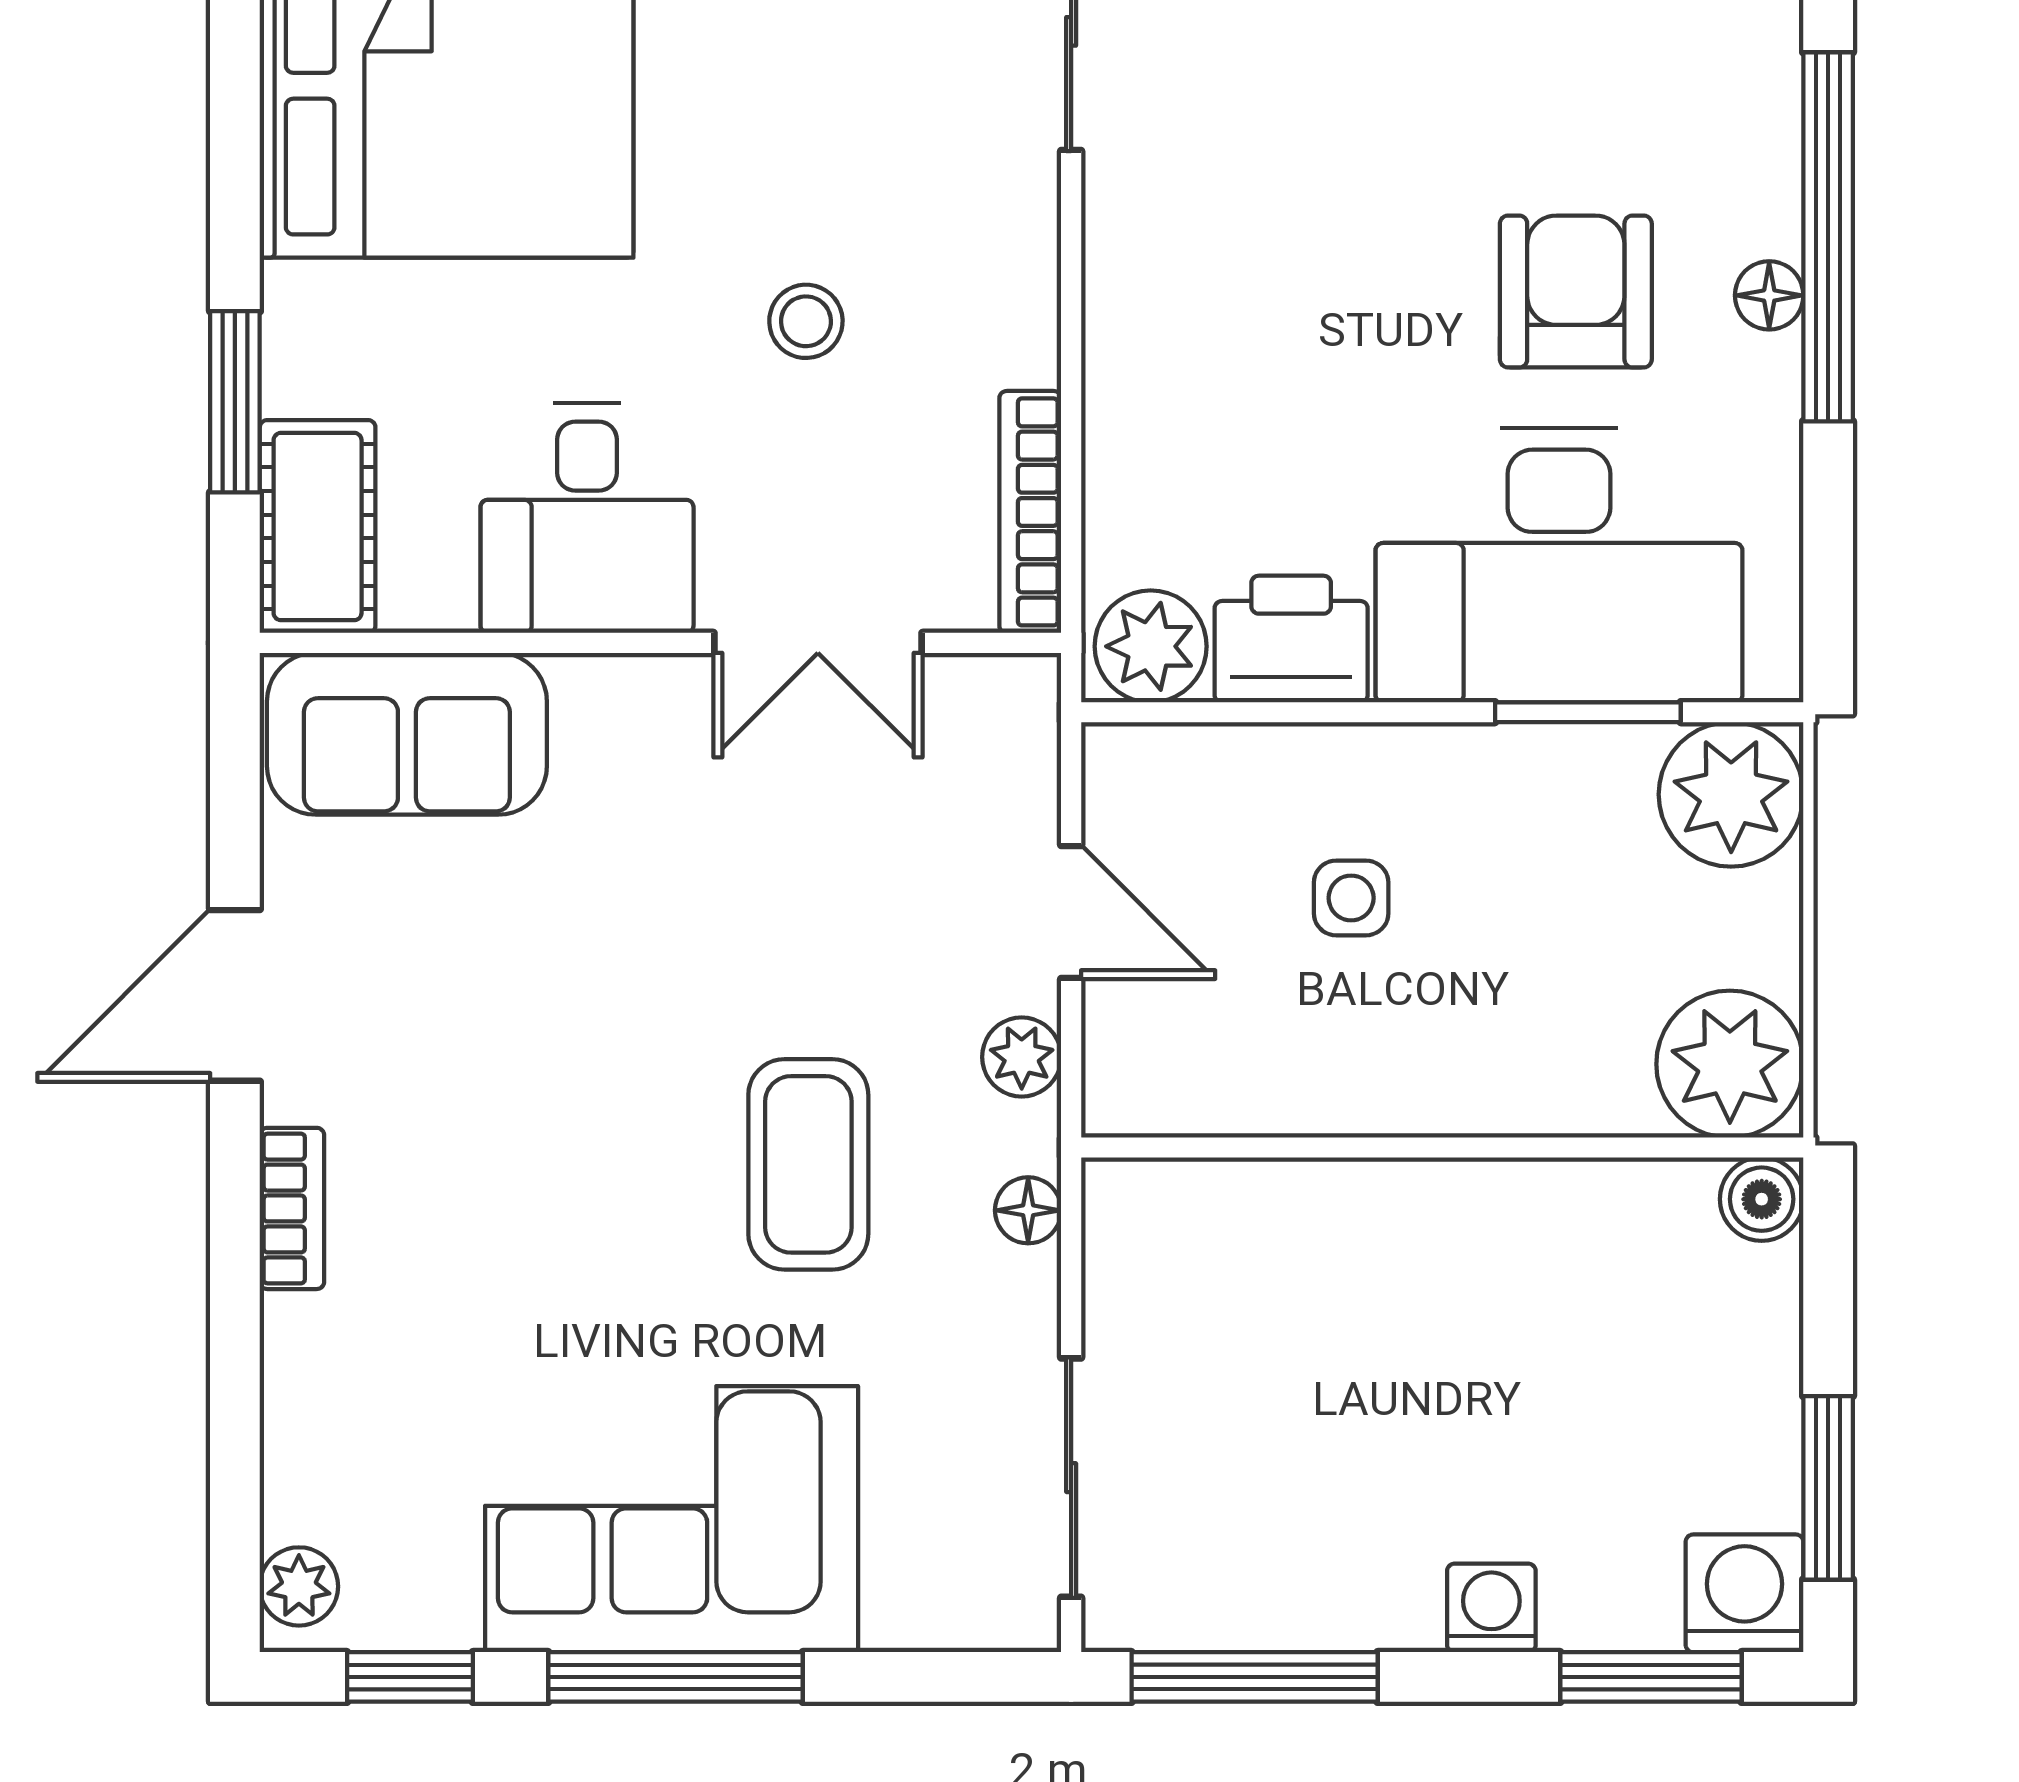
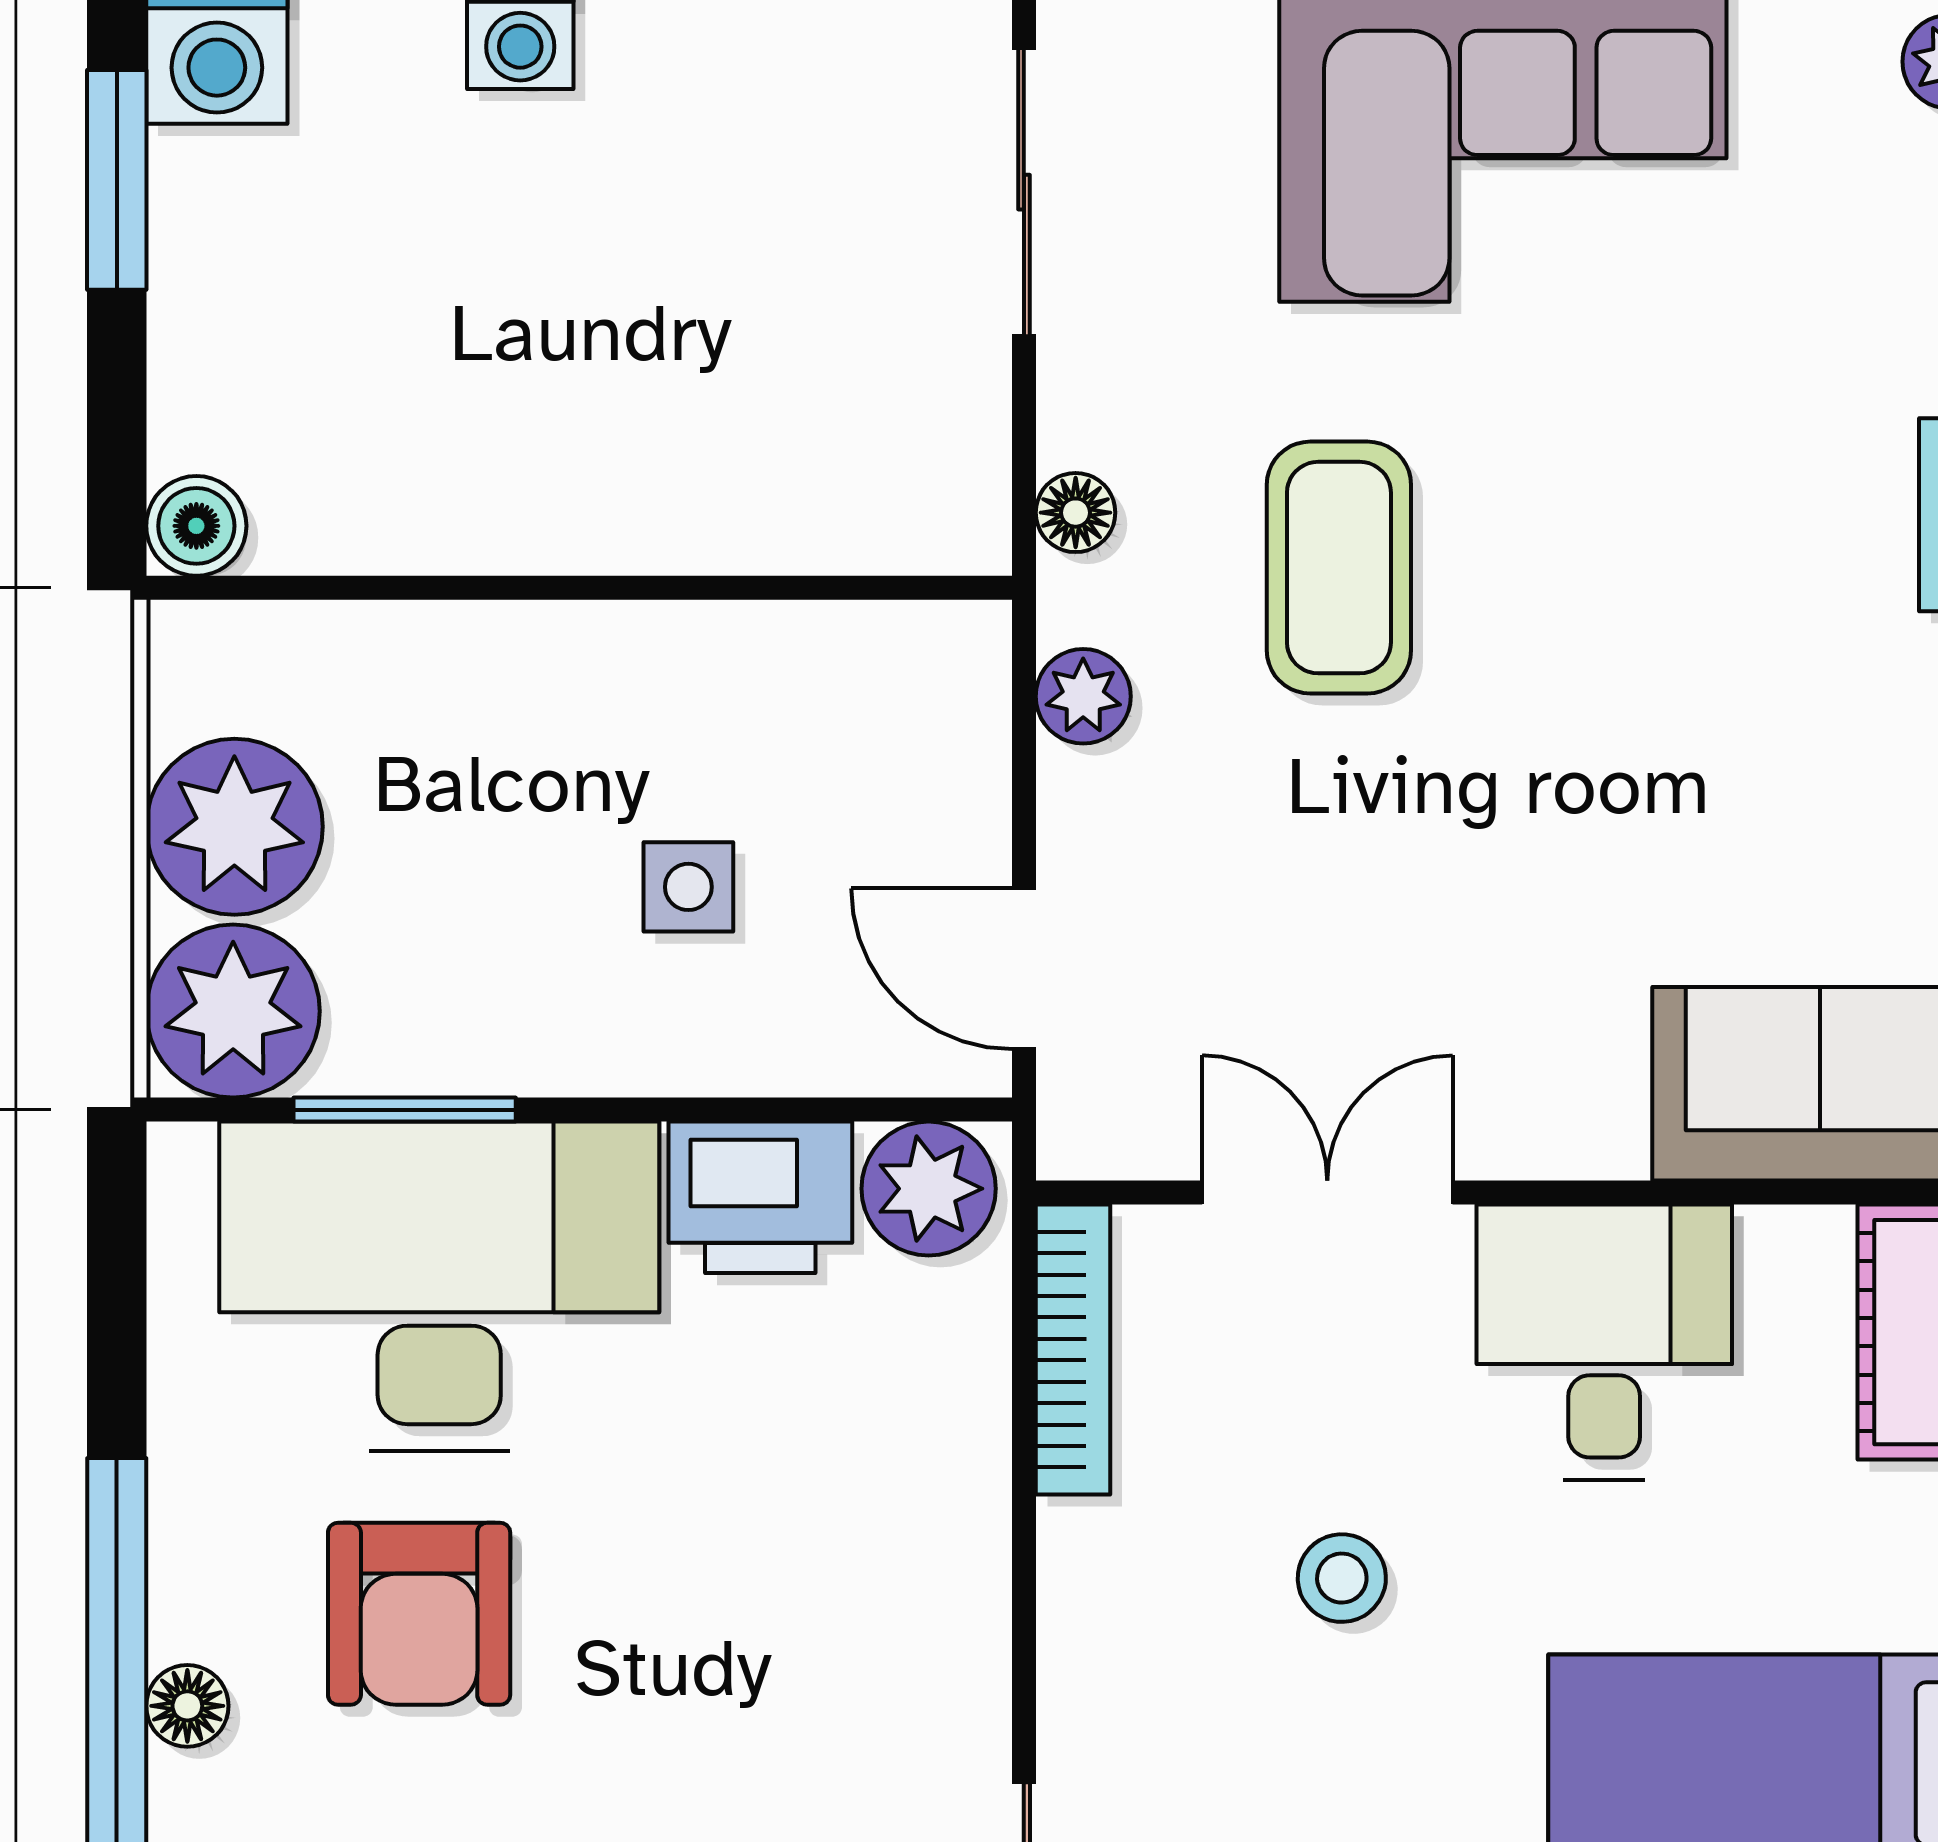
floor lamp: (1769, 295) -> (187, 1706), moved
door: (1071, 912) -> (1024, 969), moved
plant: (1730, 1064) -> (234, 827), moved

